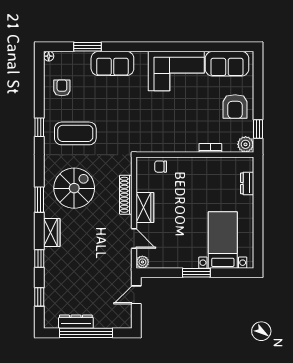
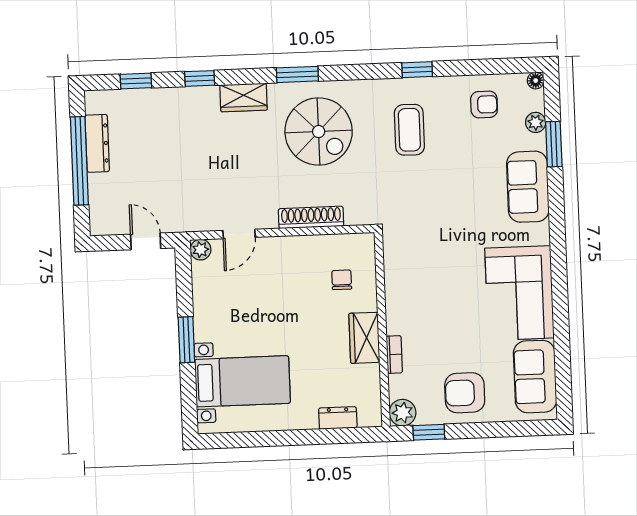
plant: (74, 57) -> (536, 122), added
coffee table: (75, 133) -> (409, 130), width x0.73, depth x0.76
chair: (161, 167) -> (342, 280), moved
wardrobe: (145, 208) -> (364, 338), moved, turned 90

